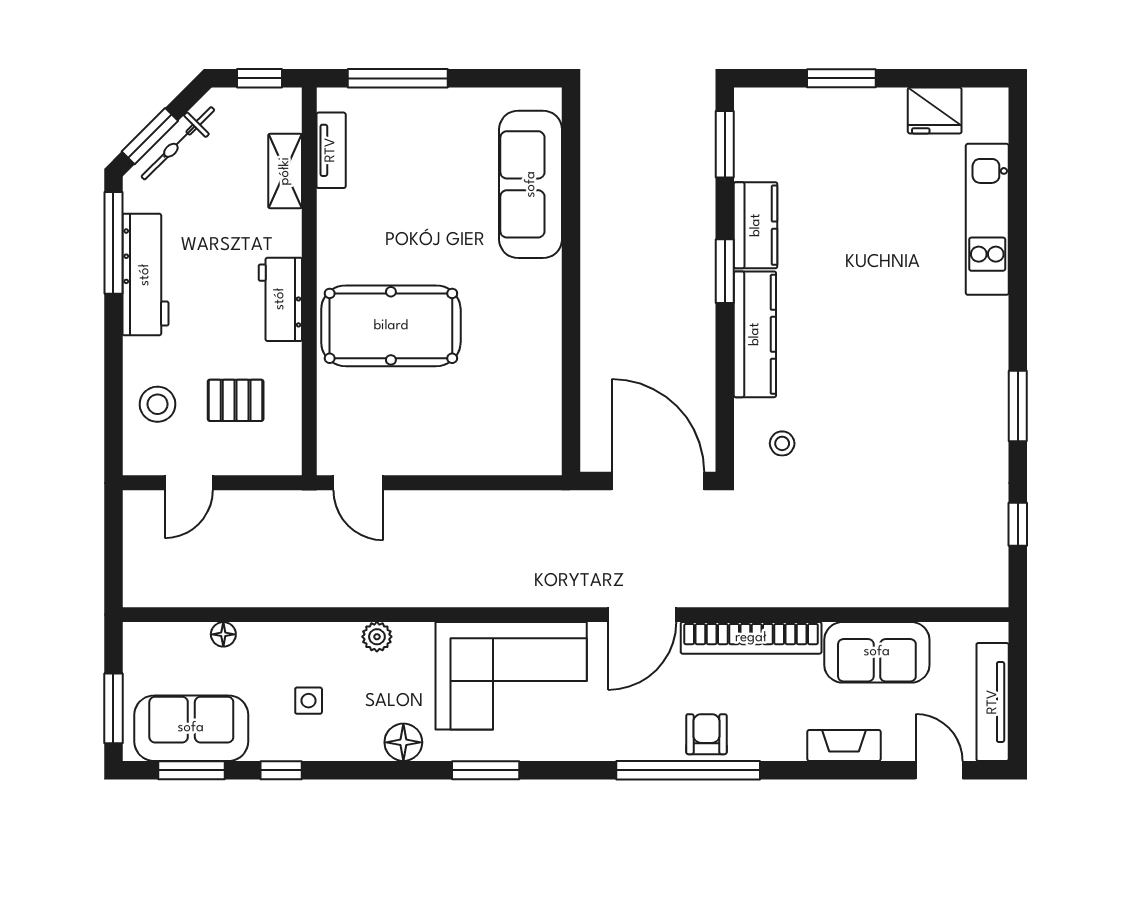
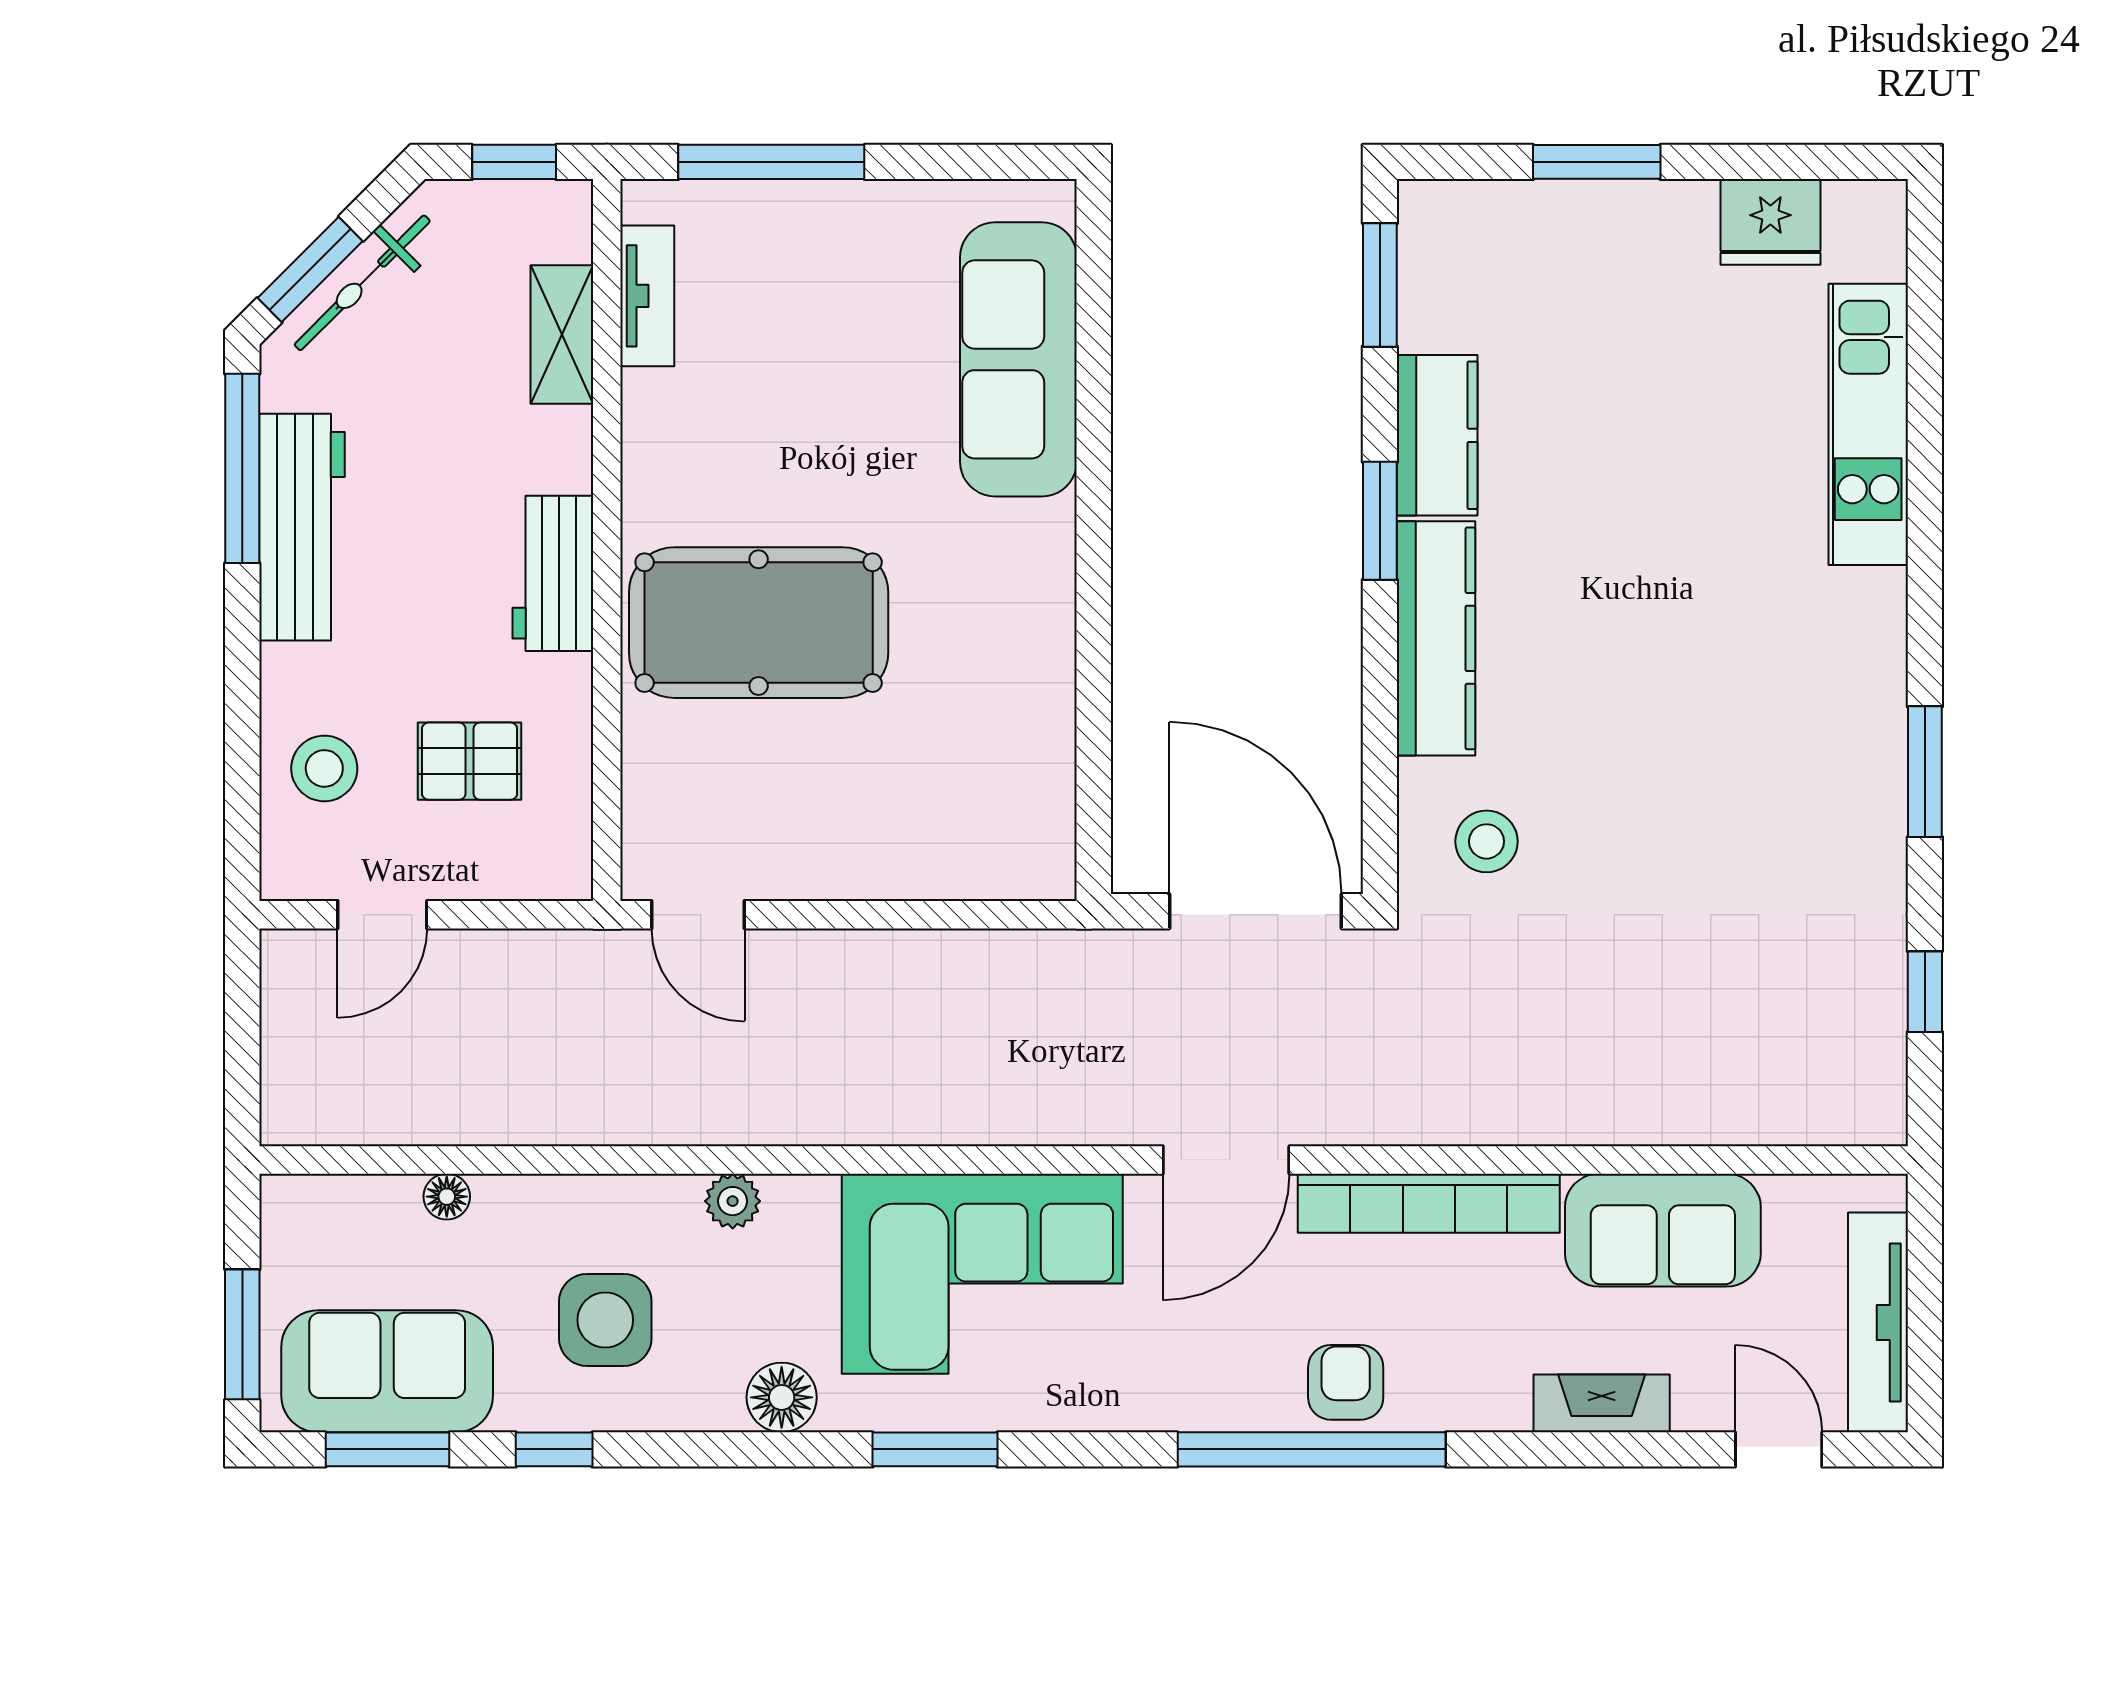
stool: (782, 443) -> (1487, 841), width x1.37, depth x1.37
side table: (309, 701) -> (605, 1320), width x1.87, depth x1.87

